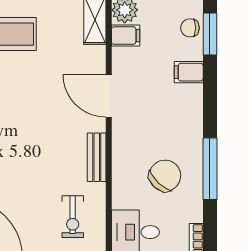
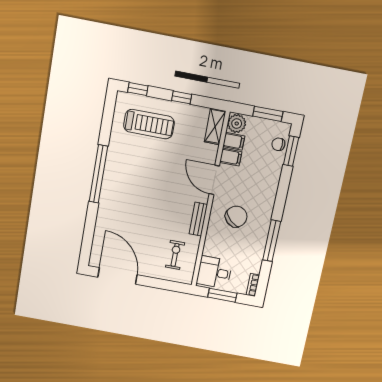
filing cabinet: (189, 72) -> (231, 157), moved, turned 180
chair: (165, 176) -> (236, 217), moved
exercise bike: (73, 217) -> (175, 255), turned 180

